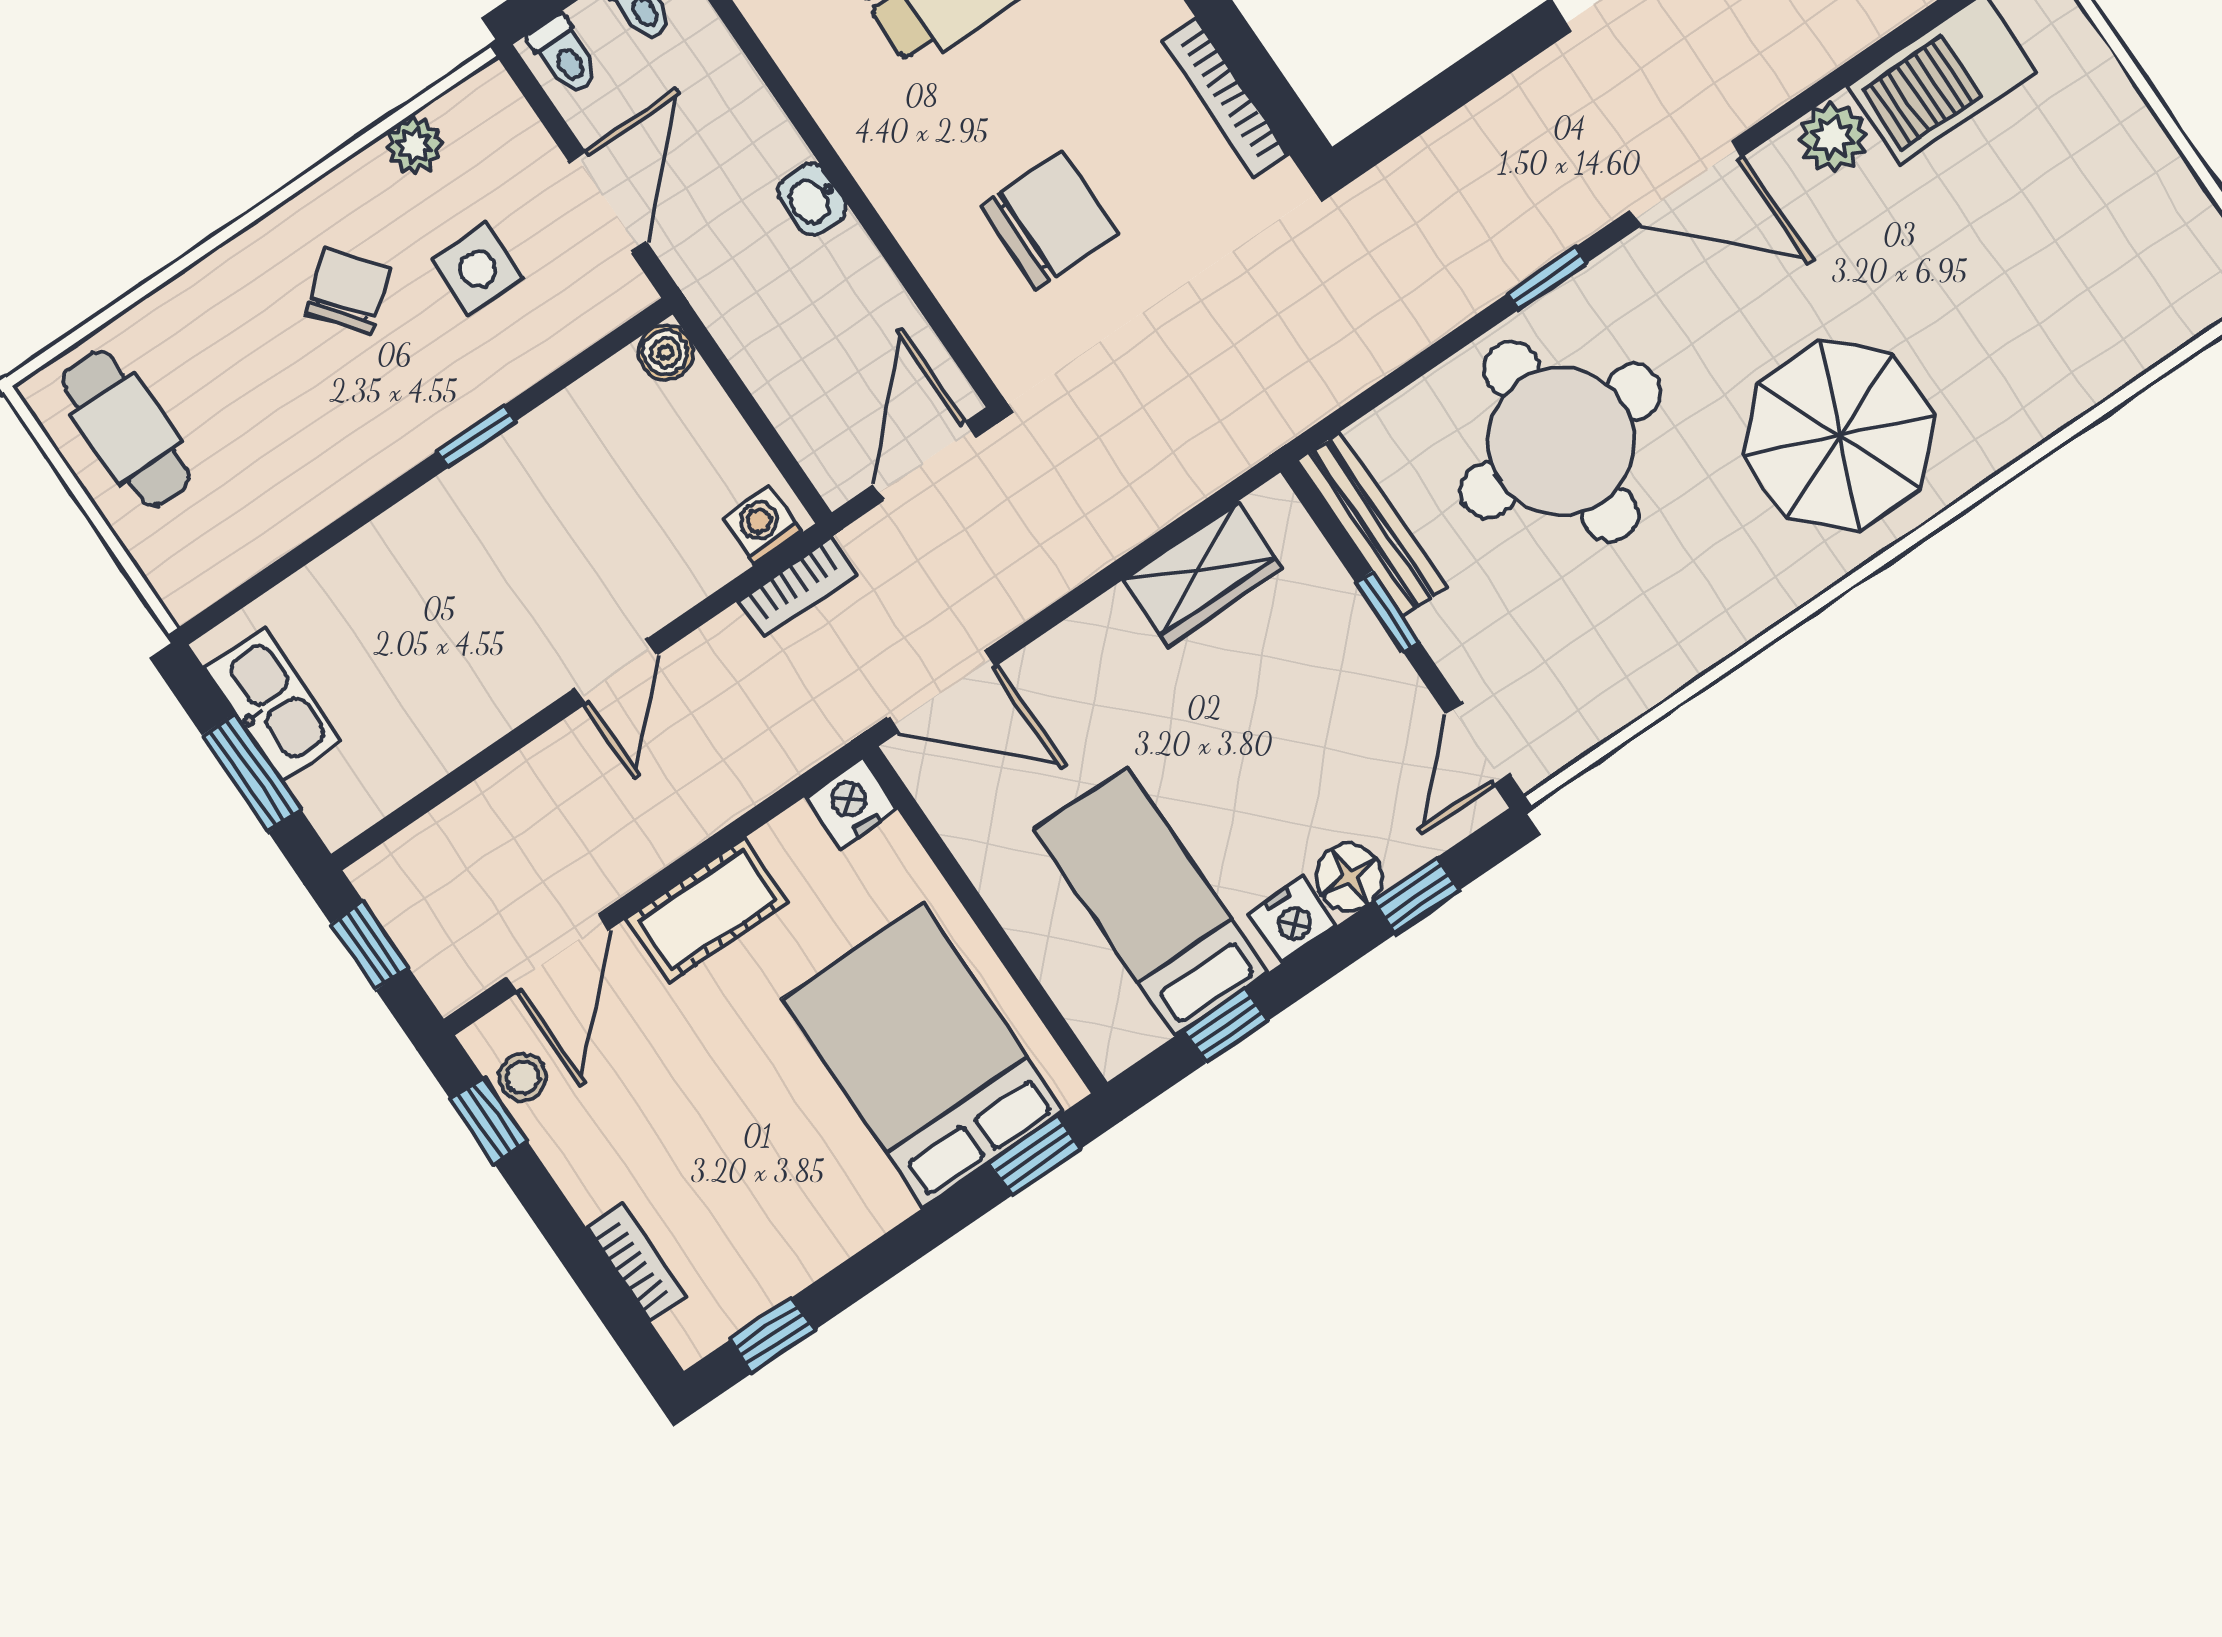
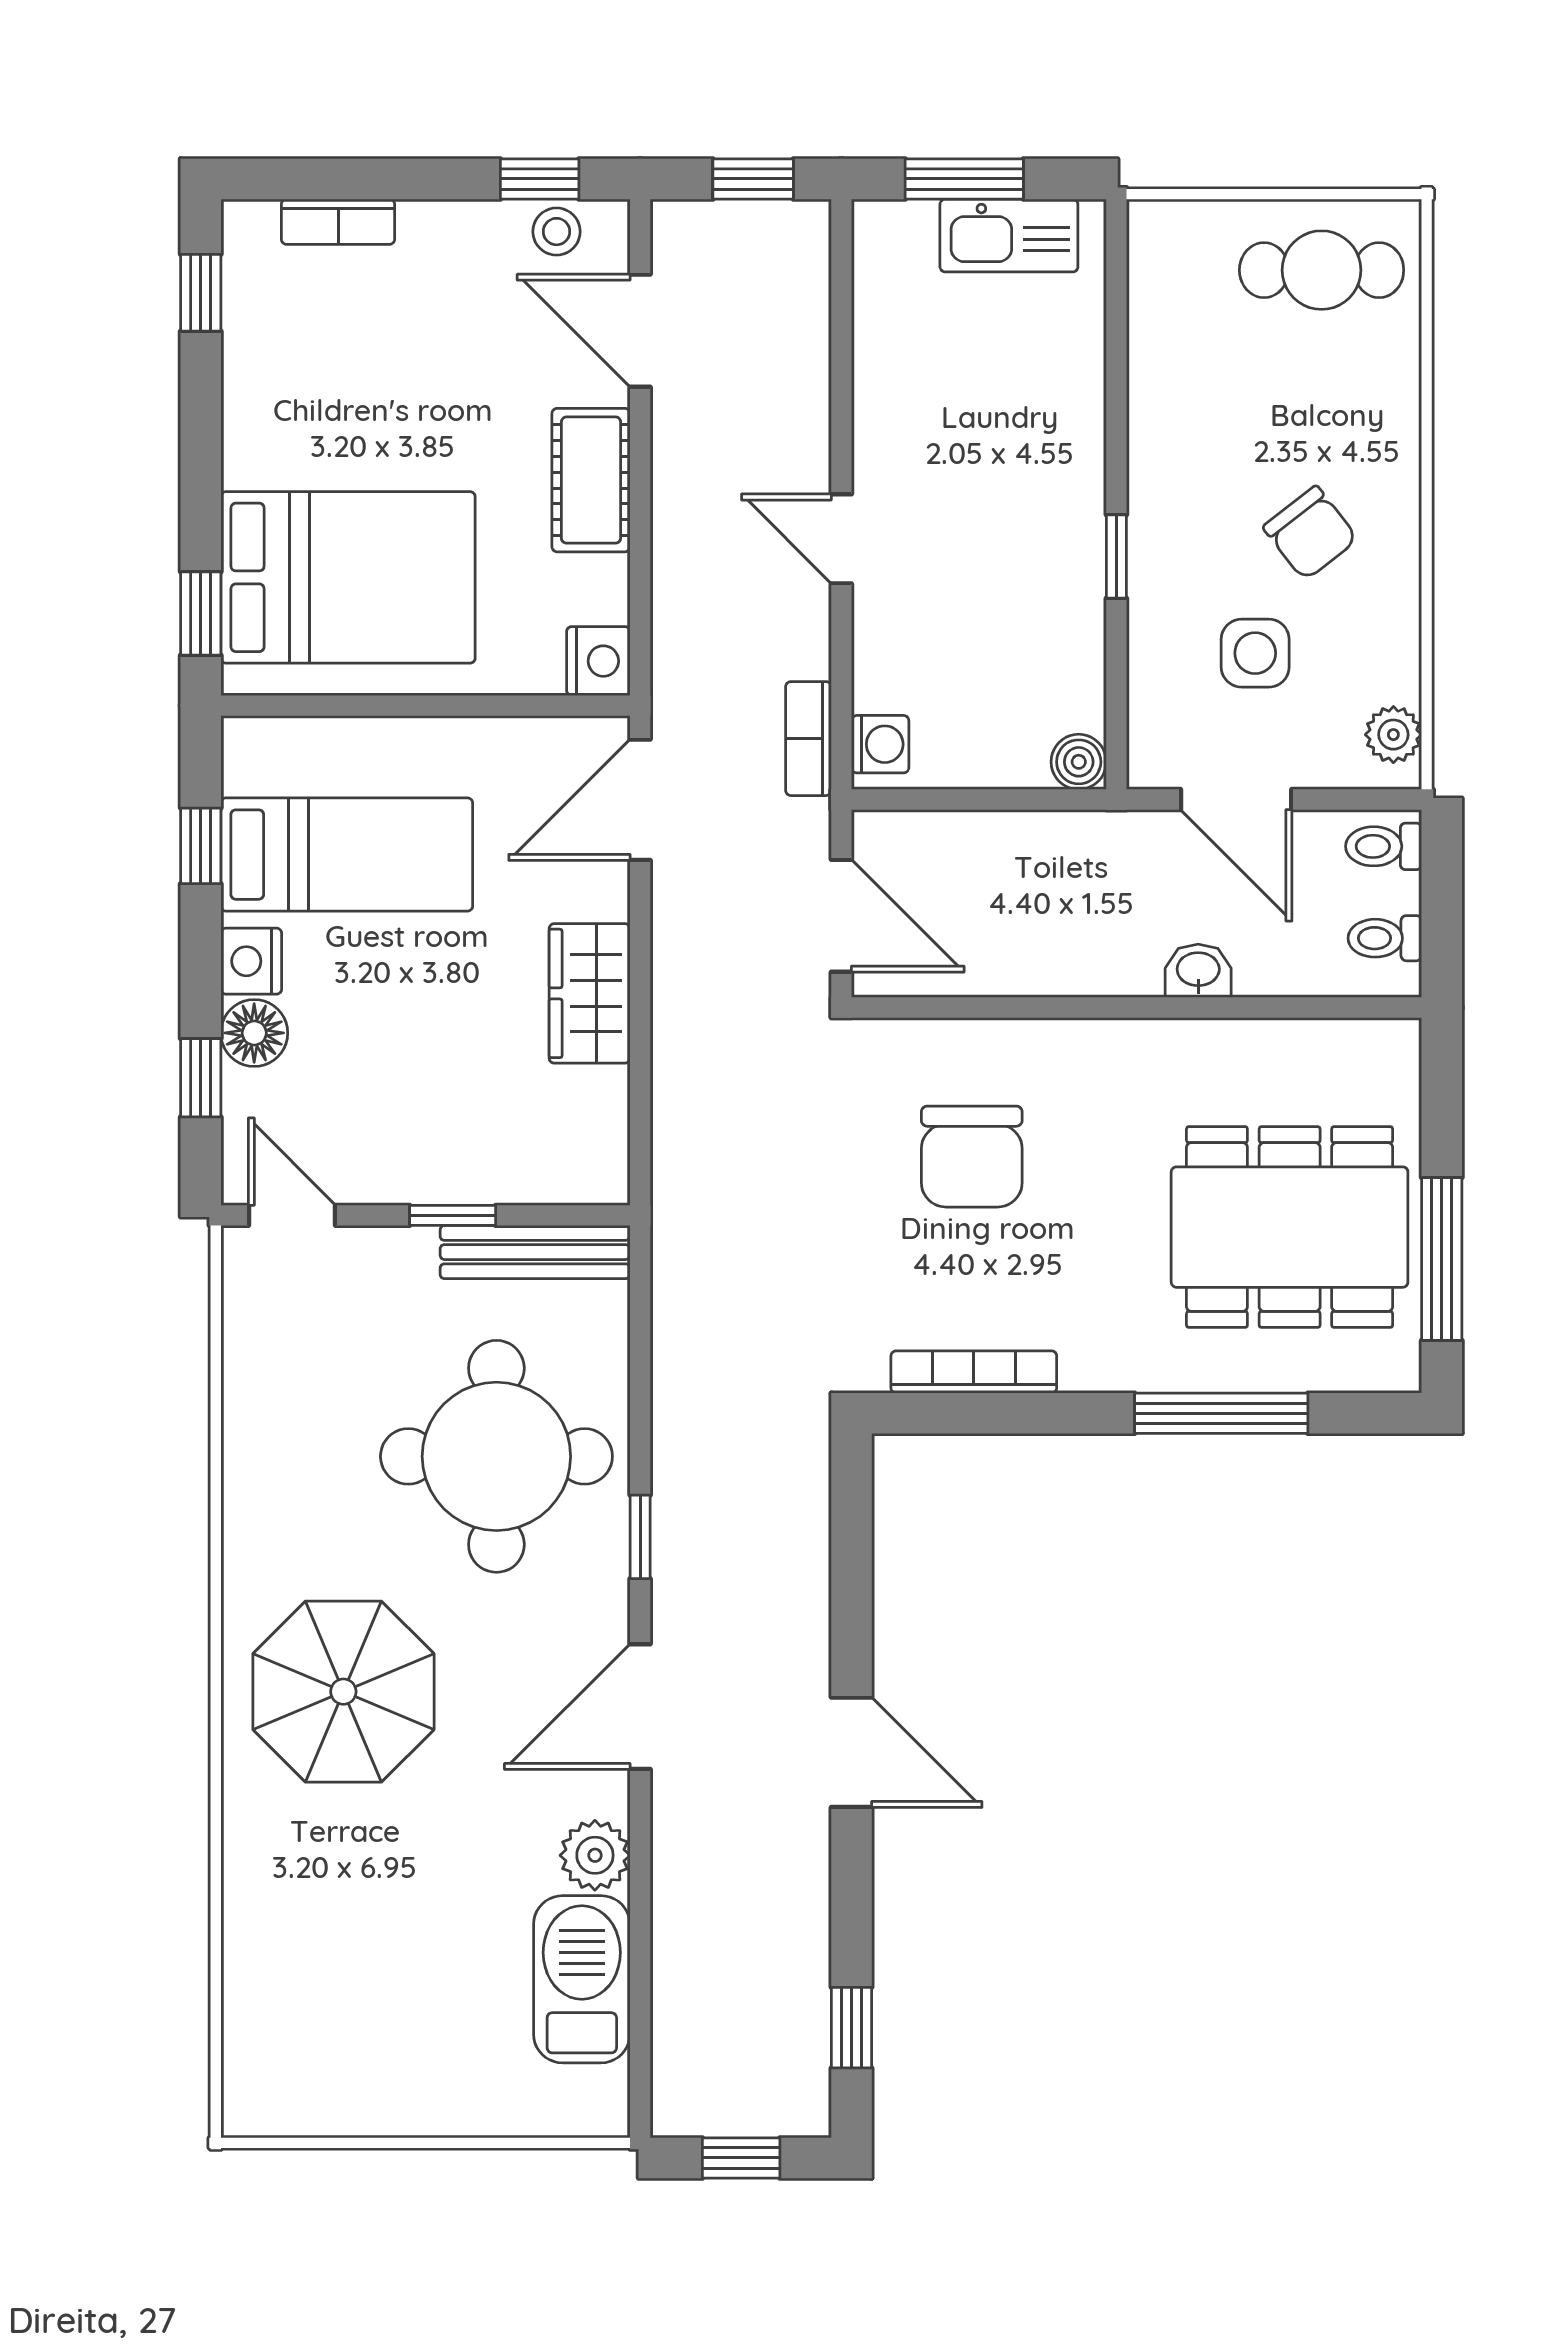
plant: (414, 146) -> (1393, 735), moved
washbasin: (812, 200) -> (1198, 971), moved
wardrobe: (1203, 574) -> (590, 993), moved

